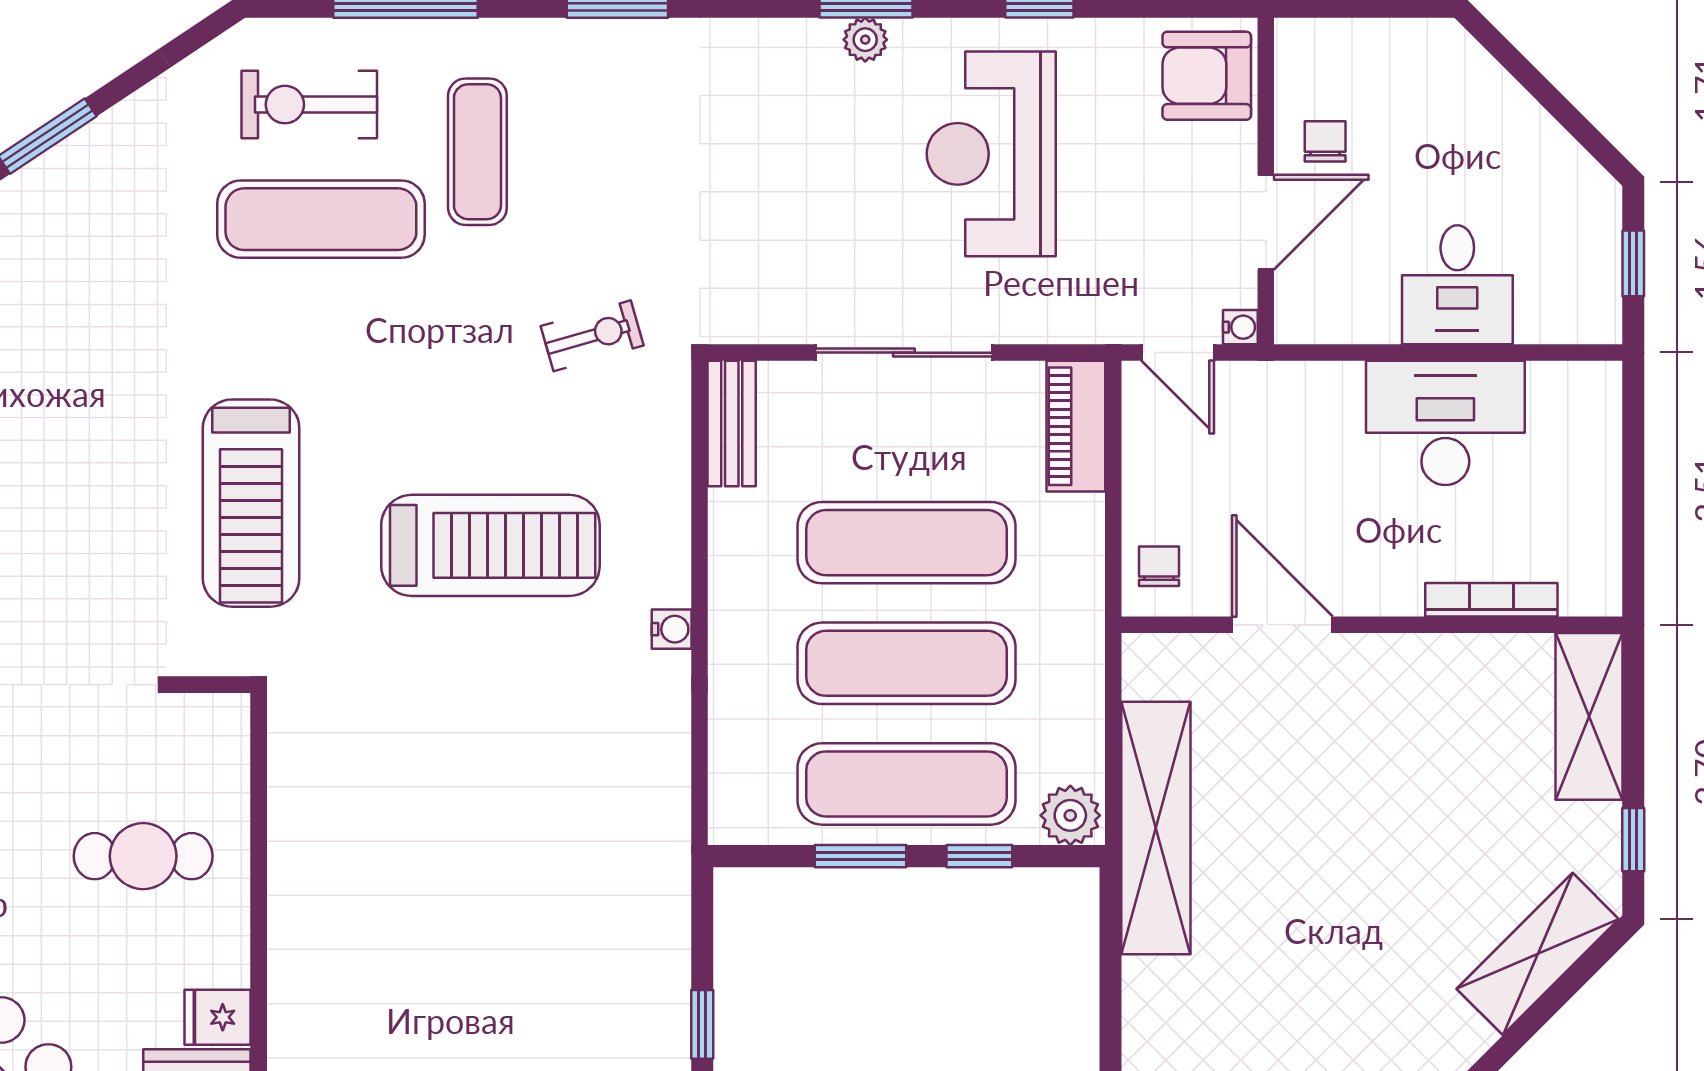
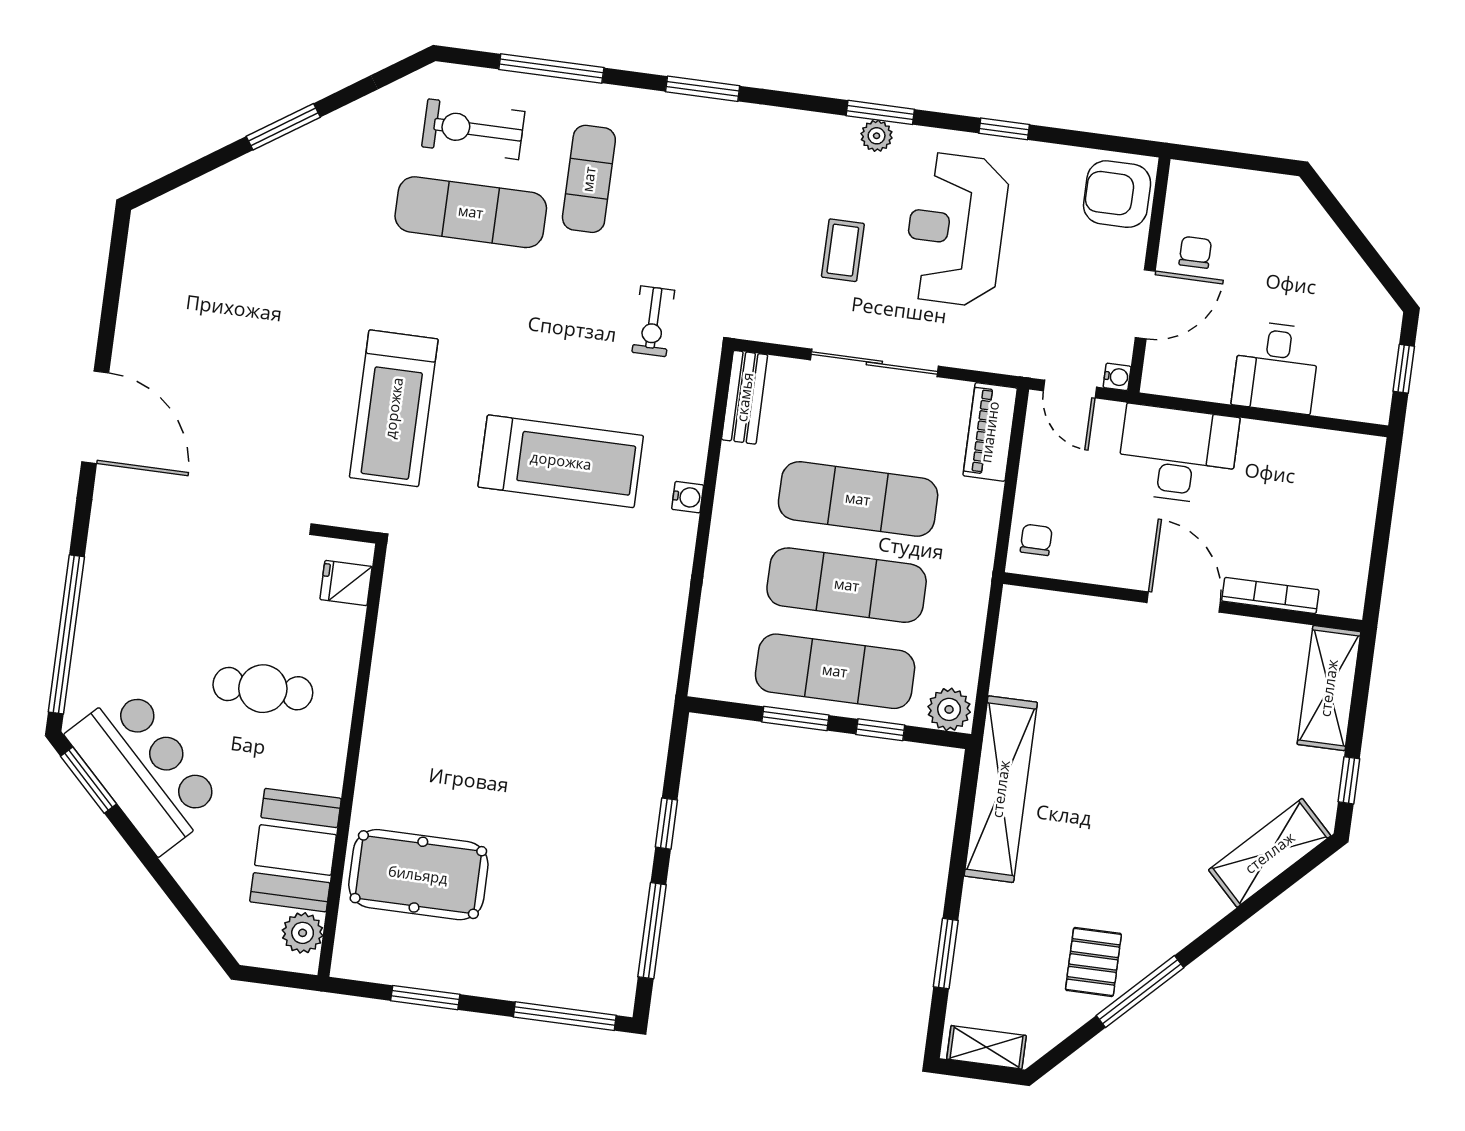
coffee table: (840, 203) -> (843, 250), added
exercise bike: (592, 336) -> (653, 321), turned 106
desk: (1445, 423) -> (1178, 455), moved
door: (1282, 625) -> (1184, 602), moved
water cooler: (672, 629) -> (688, 497), moved
shelving: (1156, 828) -> (1001, 789), moved
cafe table: (143, 856) -> (263, 689), moved
fridge: (217, 1017) -> (346, 583), moved

